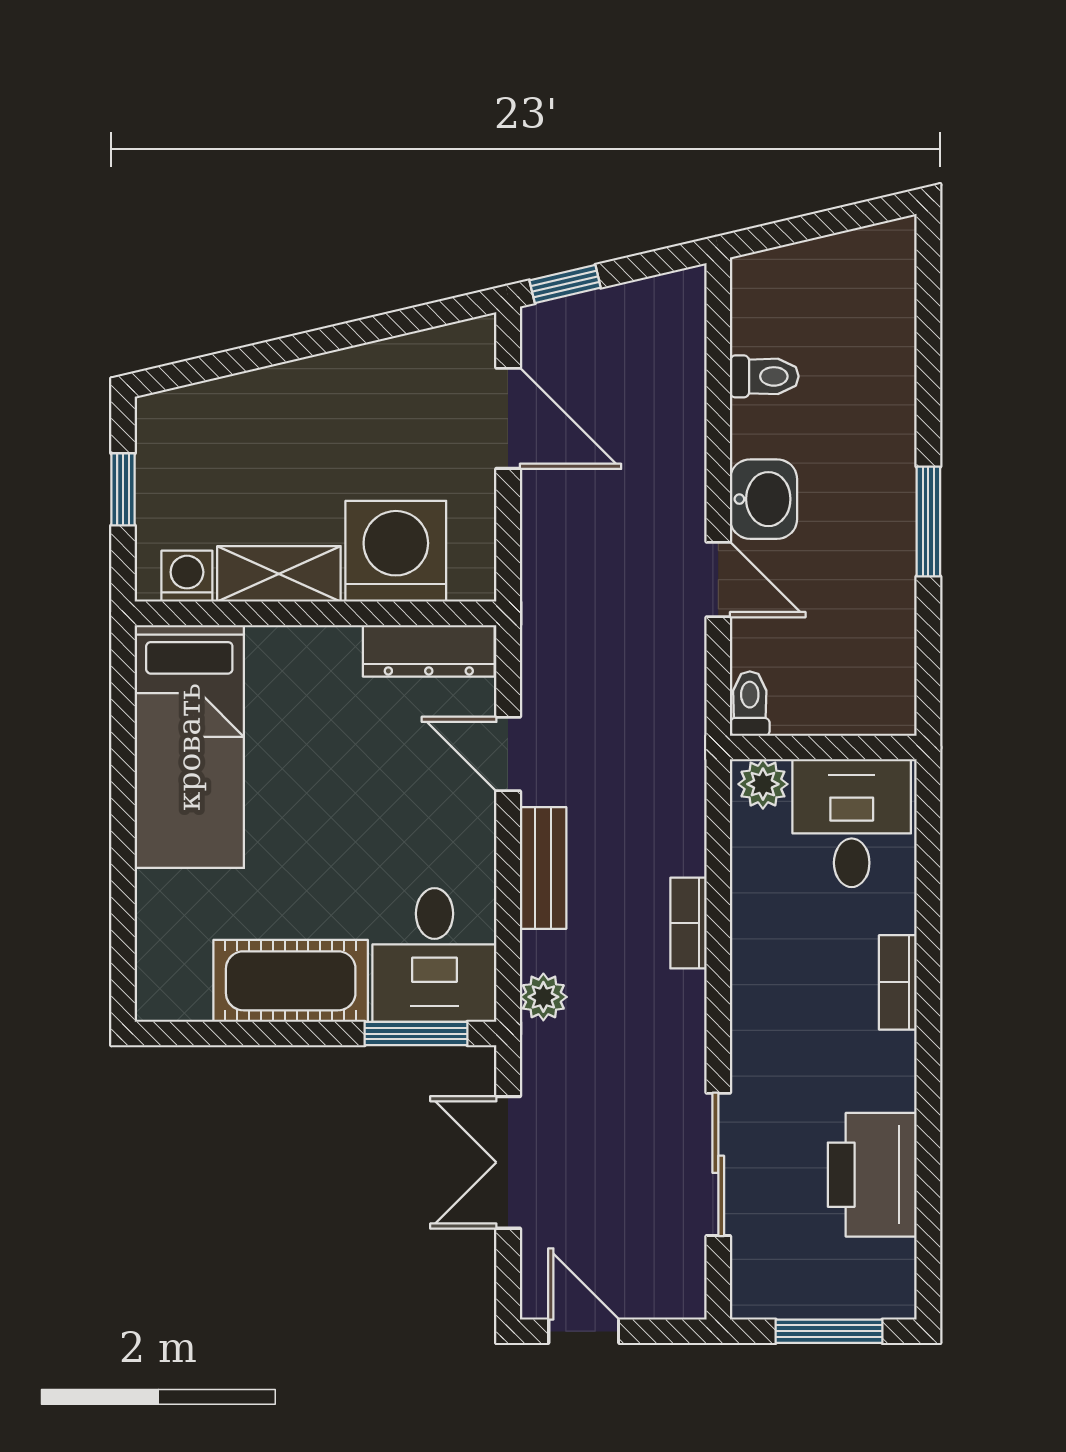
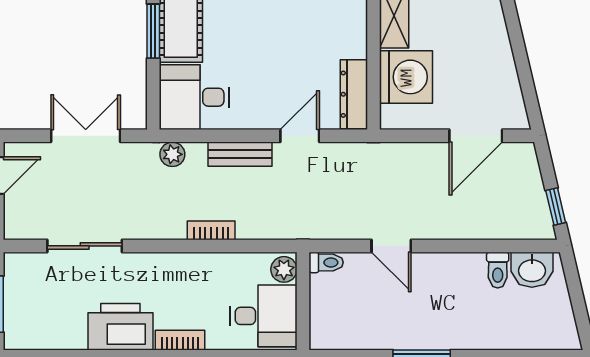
window: (565, 284) -> (556, 207), moved
washbasin: (764, 499) -> (532, 270), moved
door: (718, 579) -> (391, 246), hinge flipped
window: (416, 1034) -> (153, 31), moved
printer: (872, 1175) -> (120, 327), moved

